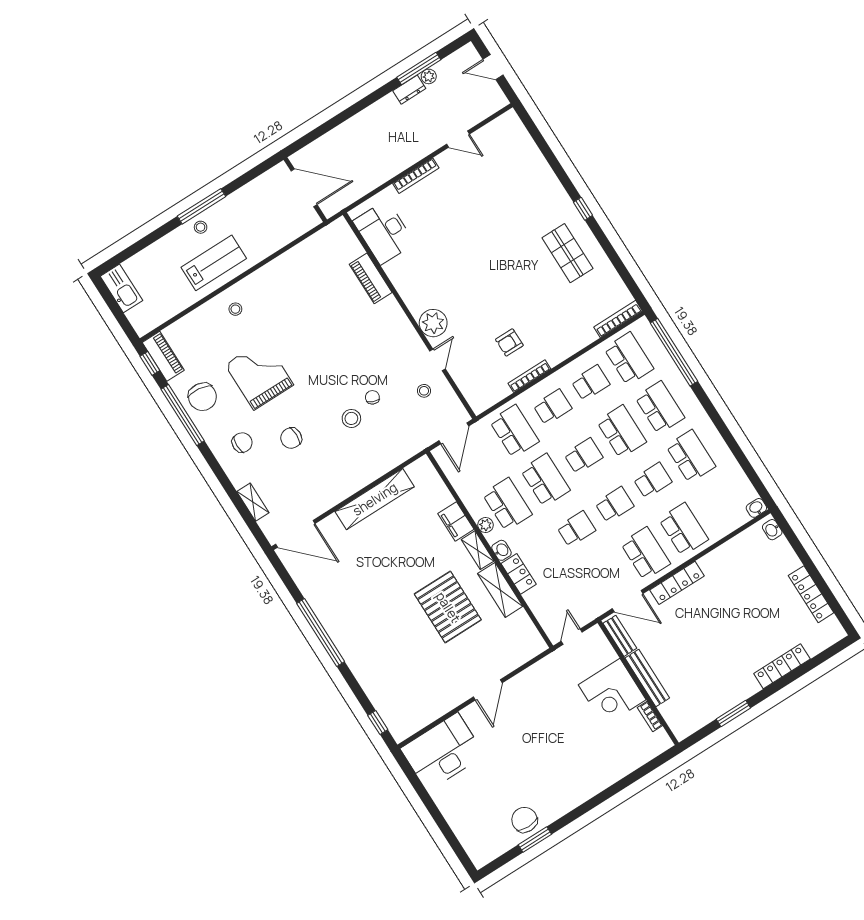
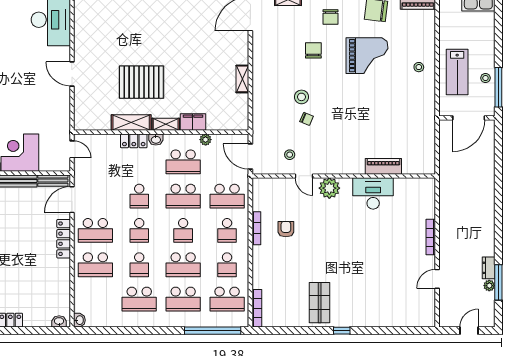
door: (304, 188) -> (469, 118), moved
wall: (305, 190) -> (467, 118), moved
desk: (384, 232) -> (373, 193), moved
shop shelf: (567, 253) -> (320, 303), turned 90
shelving: (375, 499) -> (242, 79), width x0.45, depth x0.75
plant: (486, 525) -> (206, 140), moved

